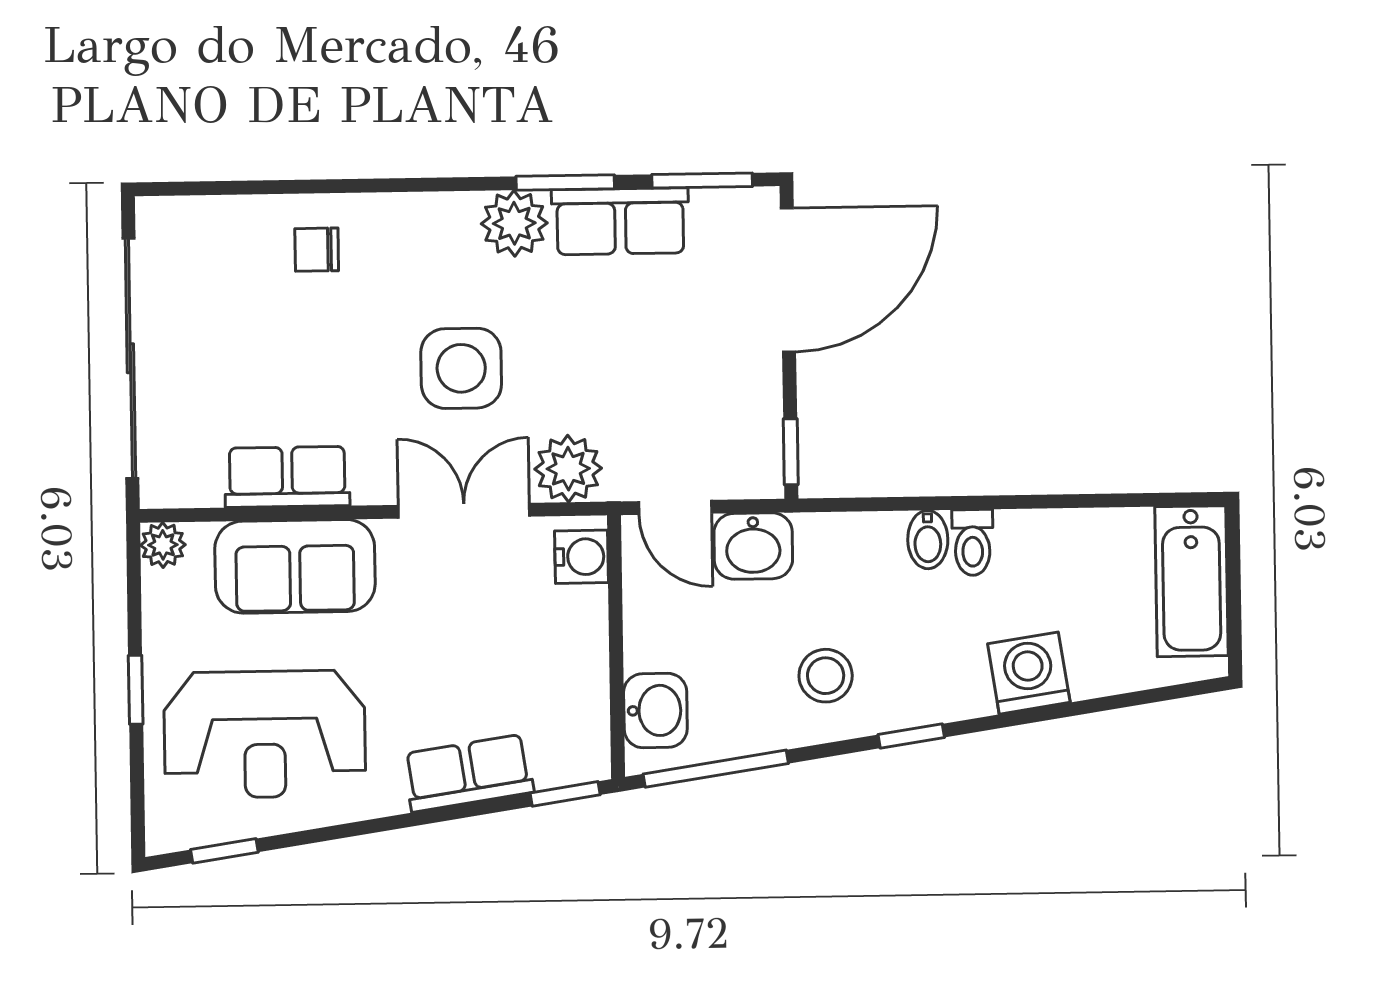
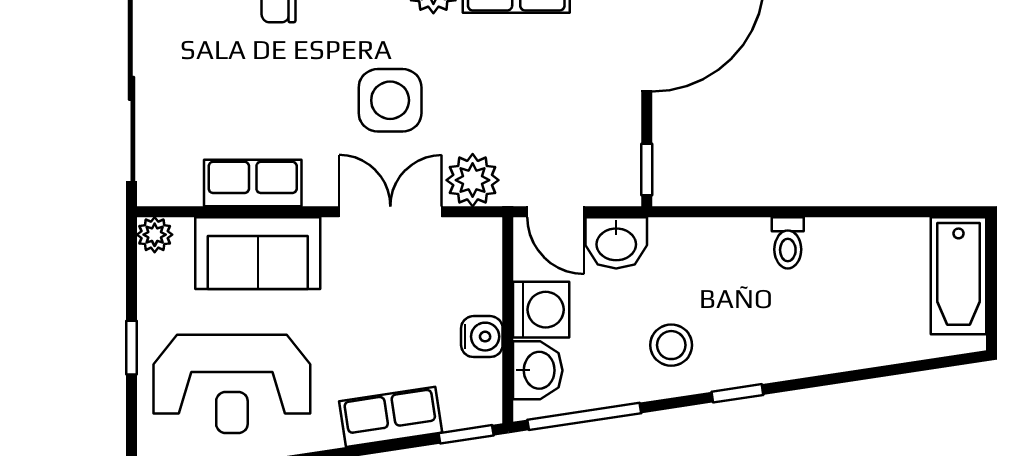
bidet: (928, 540) -> (753, 240), removed
water cooler: (581, 557) -> (482, 337), moved
washing machine: (1029, 673) -> (541, 310), moved, turned 99

